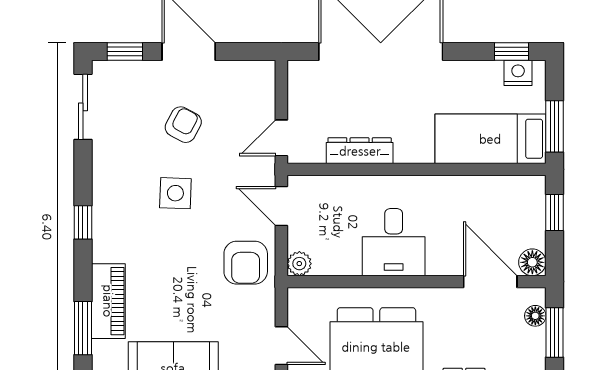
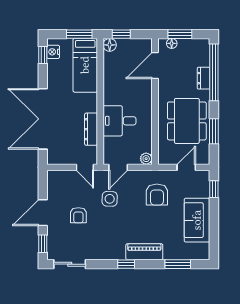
armchair: (183, 125) -> (78, 215), turned -118
side table: (175, 193) -> (110, 199), moved
desk: (394, 242) -> (119, 121), moved, turned 180
floor lamp: (532, 262) -> (110, 45), moved
armchair: (246, 263) -> (157, 195), moved, turned 90
piano: (108, 301) -> (144, 252), moved

